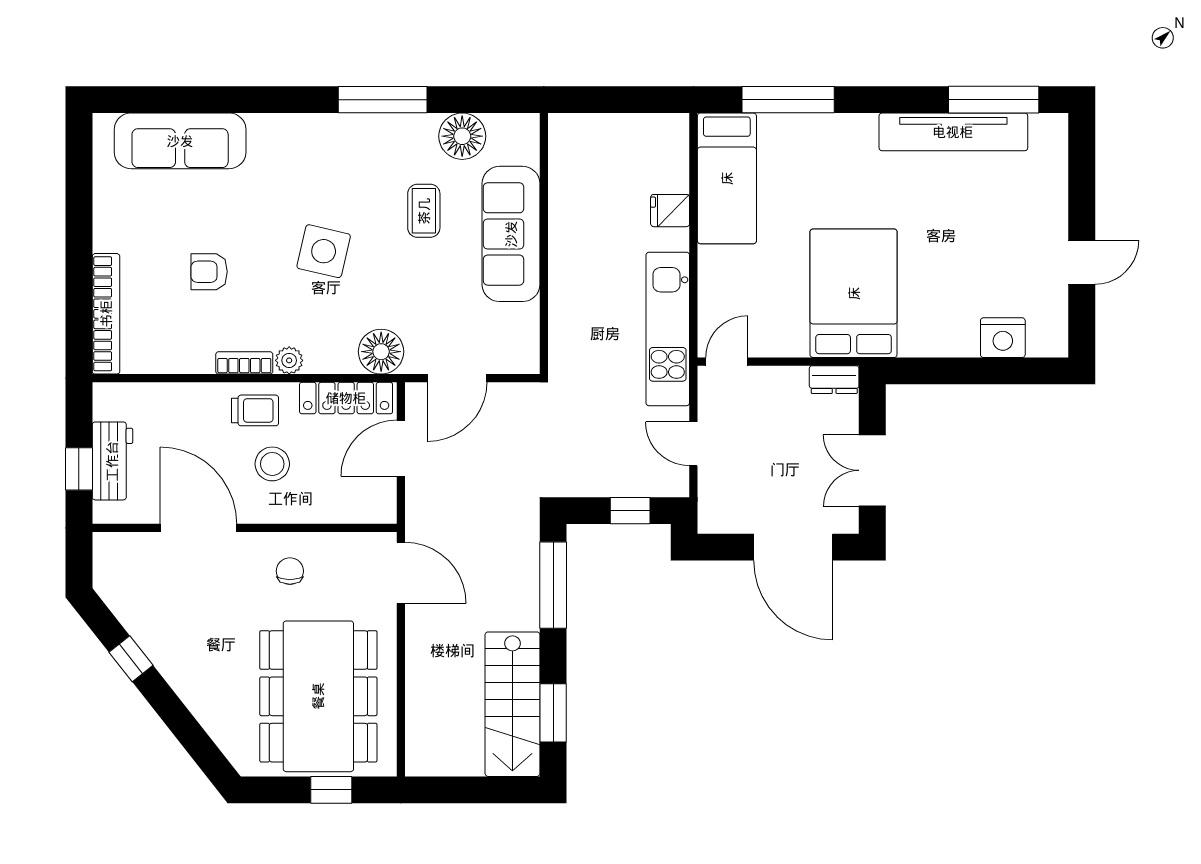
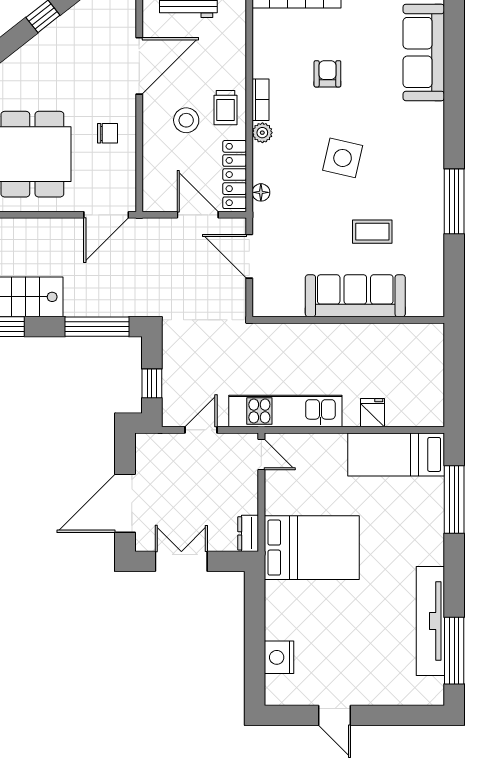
floor lamp: (462, 136) -> (427, 260), removed
floor lamp: (381, 352) -> (261, 192), width x0.53, depth x0.53

